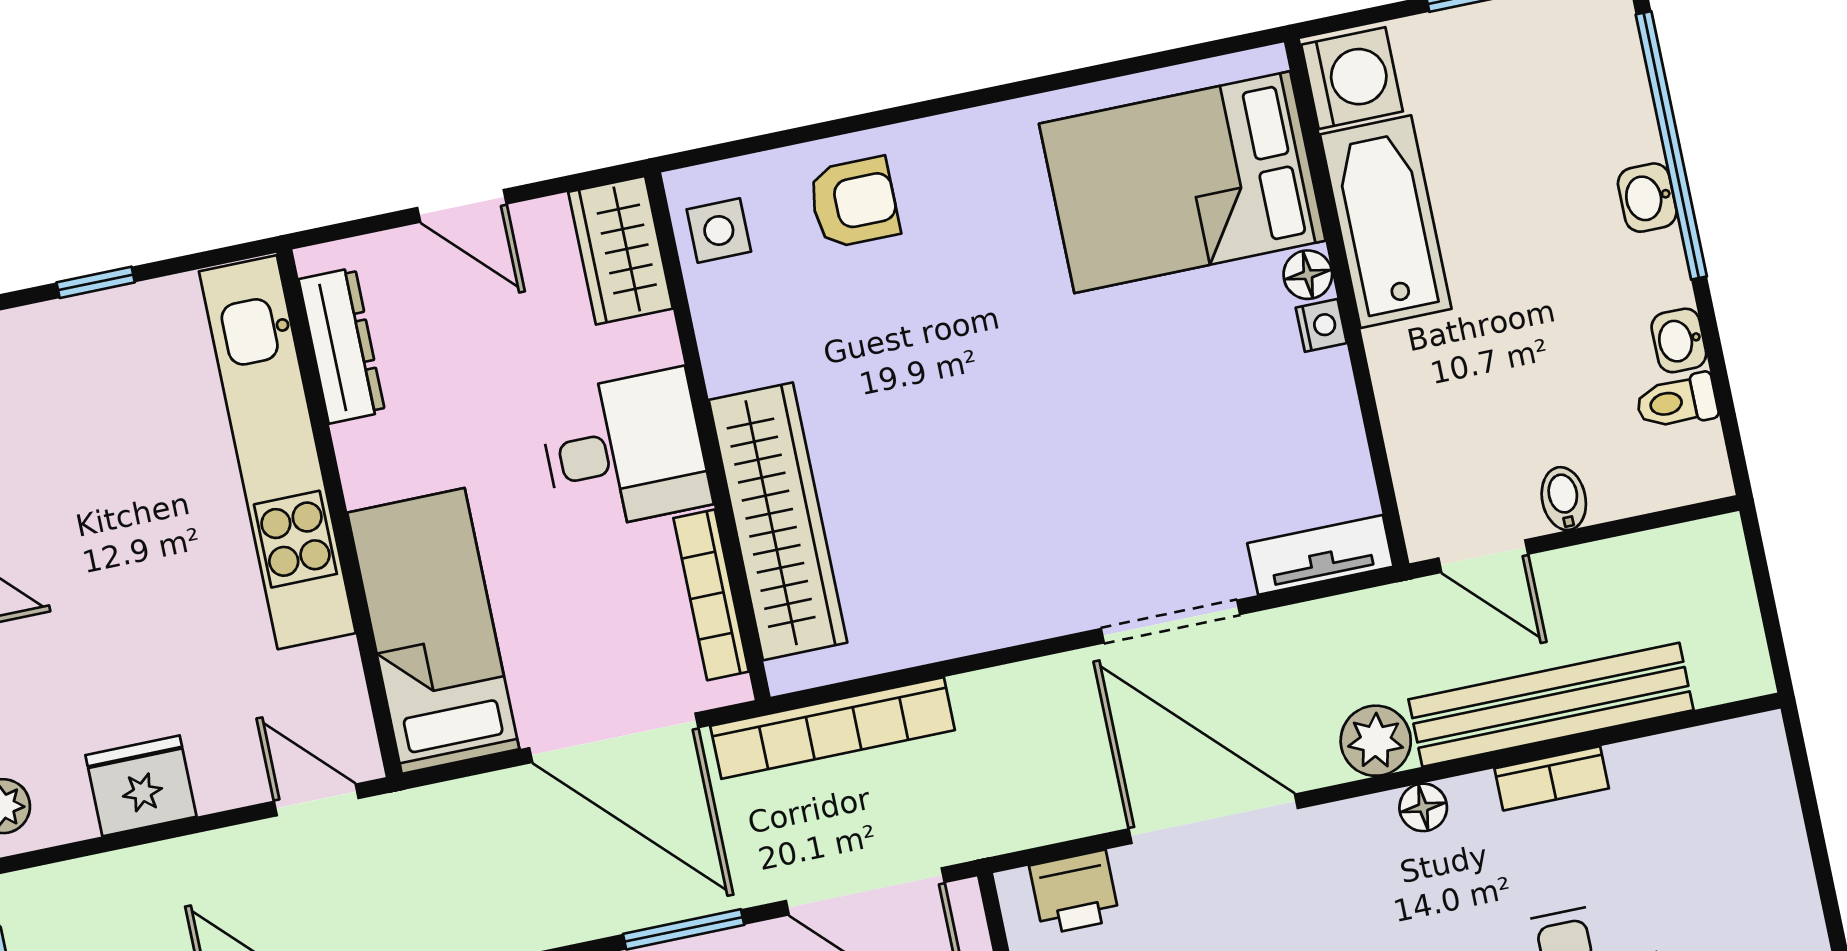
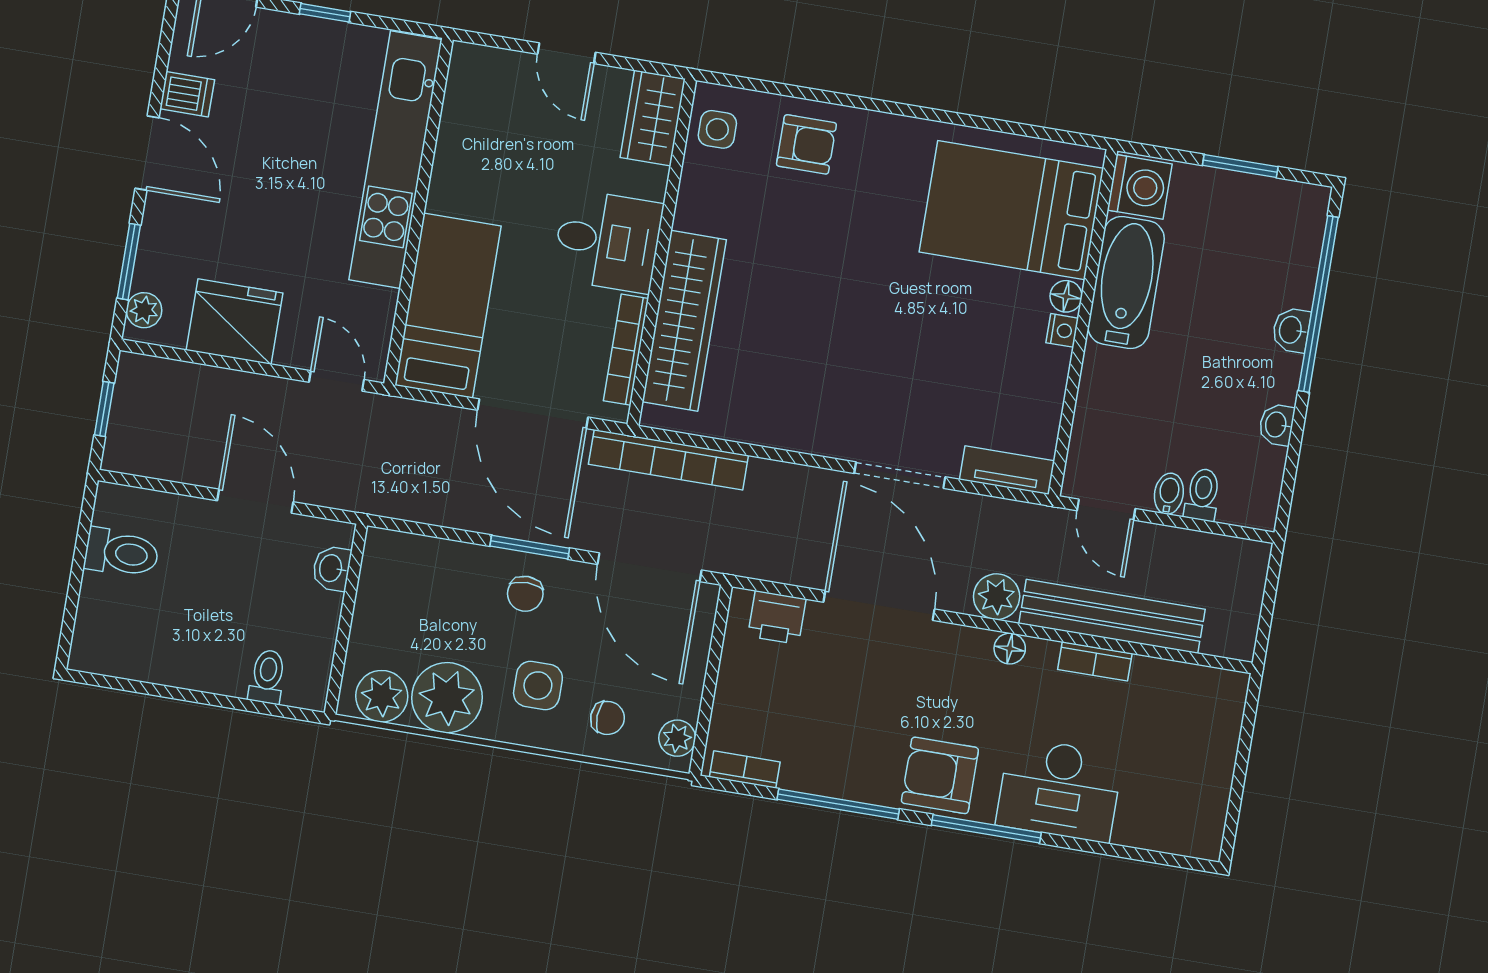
dresser: (342, 346) -> (460, 110), removed
toilet: (1677, 402) -> (1202, 495), moved, turned 90
fridge: (141, 786) -> (235, 322), width x1.36, depth x1.34

